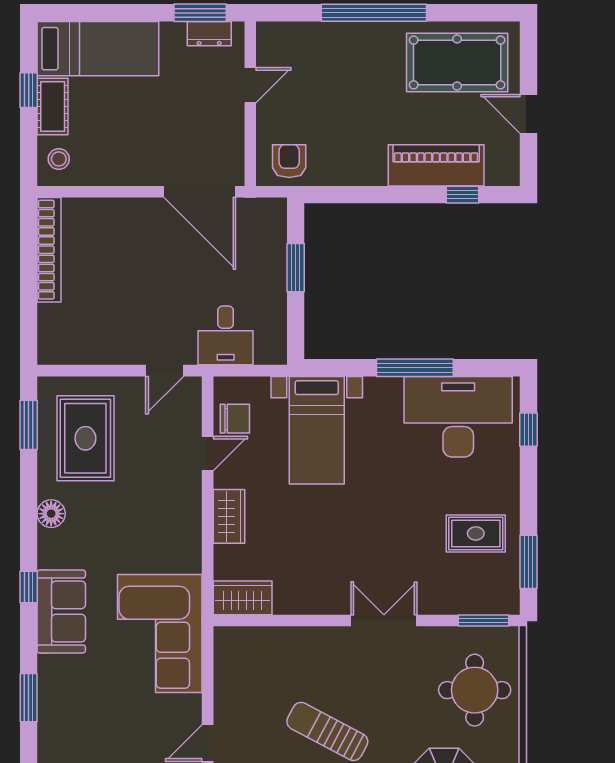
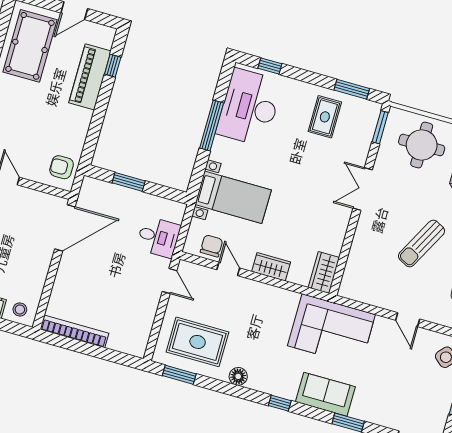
sofa: (61, 612) -> (325, 394), moved

